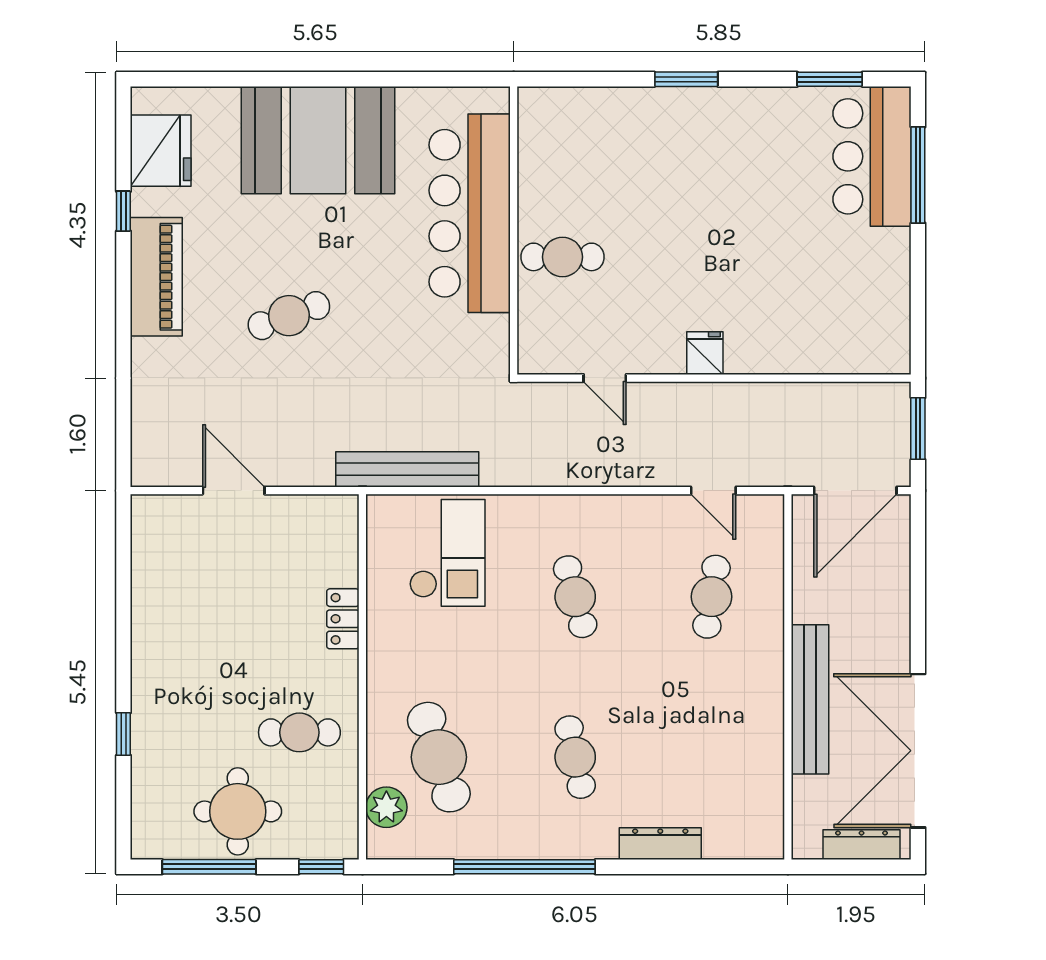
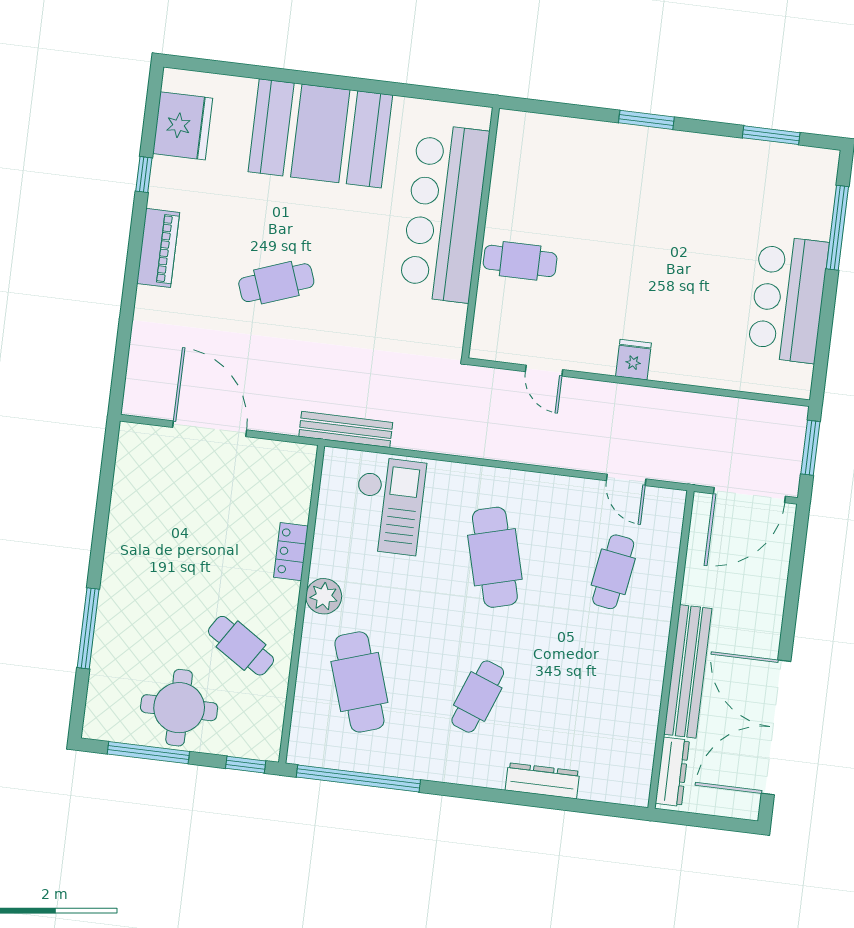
bar counter: (872, 156) -> (788, 299), moved
piano: (156, 277) -> (158, 248), width x0.73, depth x0.75
bench: (407, 469) -> (346, 429), width x0.73, depth x0.82
door: (234, 491) -> (210, 429), width x1.36
cafe table: (575, 597) -> (495, 557), width x1.37, depth x1.35
cafe table: (299, 732) -> (241, 646), turned 33
window: (123, 734) -> (88, 628), width x2.17
cafe table: (575, 757) -> (478, 697), turned 33
plant: (386, 807) -> (324, 596), moved
dresser: (862, 845) -> (672, 772), moved, turned 90
window: (524, 867) -> (358, 778), moved

